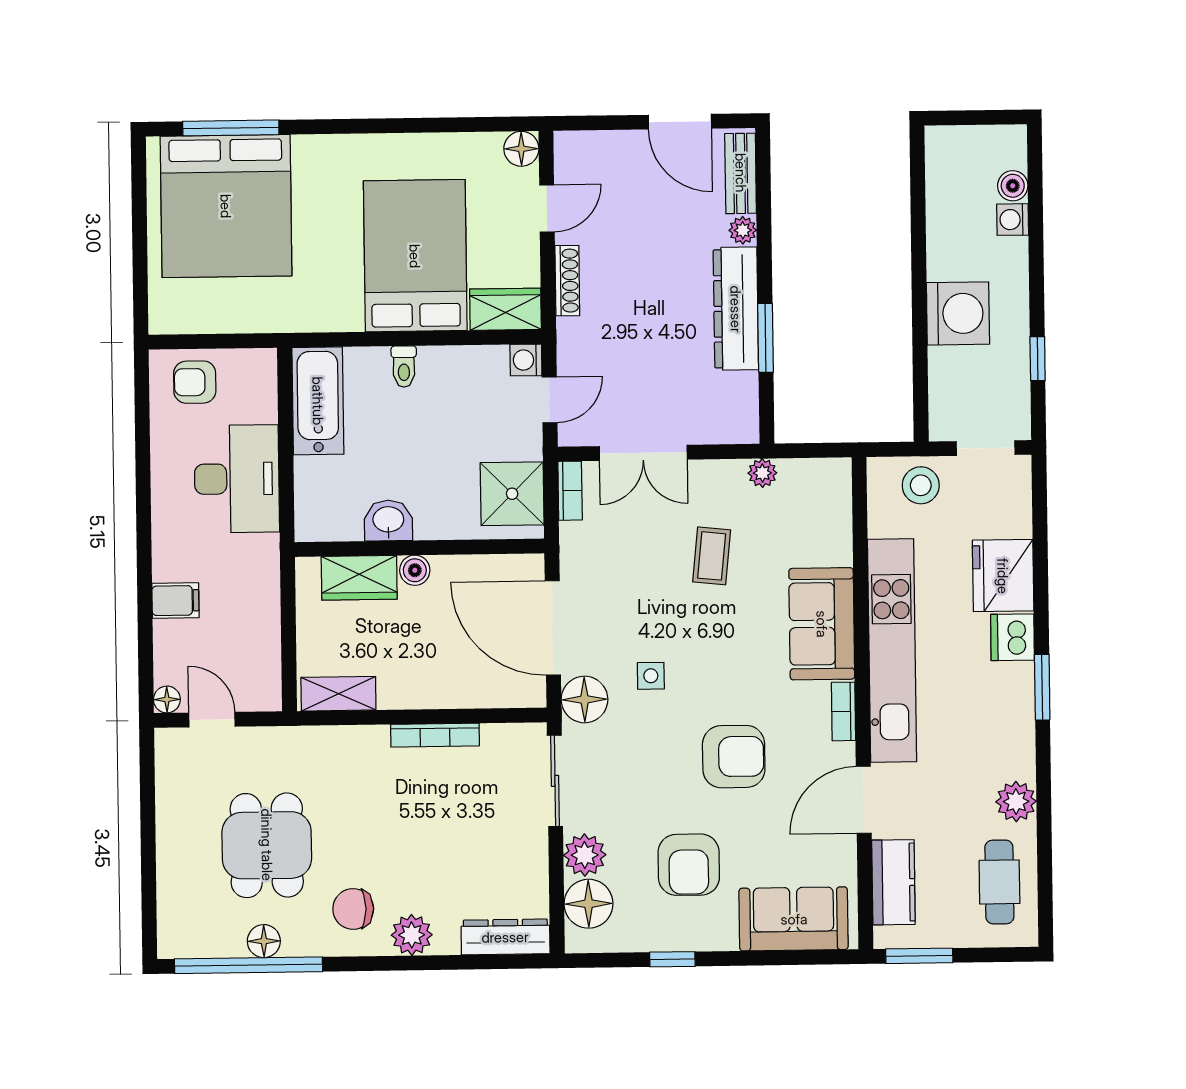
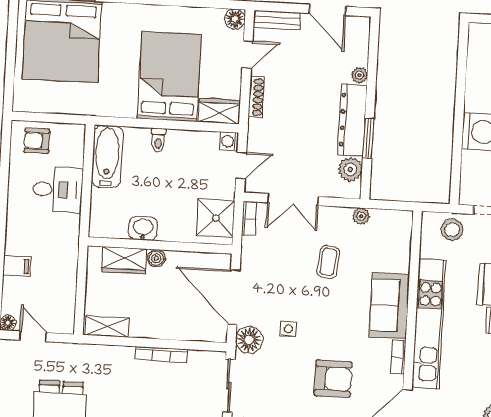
bench: (741, 173) -> (277, 20), moved, turned 90
plant: (738, 394) -> (350, 169), added
desk: (237, 479) -> (58, 190), width x0.73

